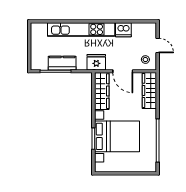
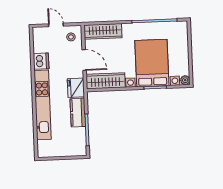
door: (158, 46) -> (56, 25), hinge flipped
kitchen counter: (62, 63) -> (78, 113), moved
door: (123, 71) -> (84, 60), hinge flipped
plant: (99, 168) -> (185, 80), added

